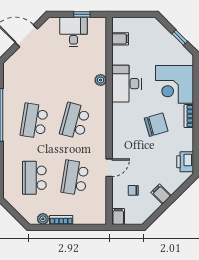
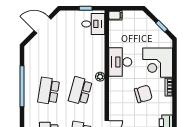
desk: (74, 32) -> (93, 24), moved, turned 90
filing cabinet: (120, 39) -> (115, 15), moved
plant: (101, 80) -> (100, 77), moved

